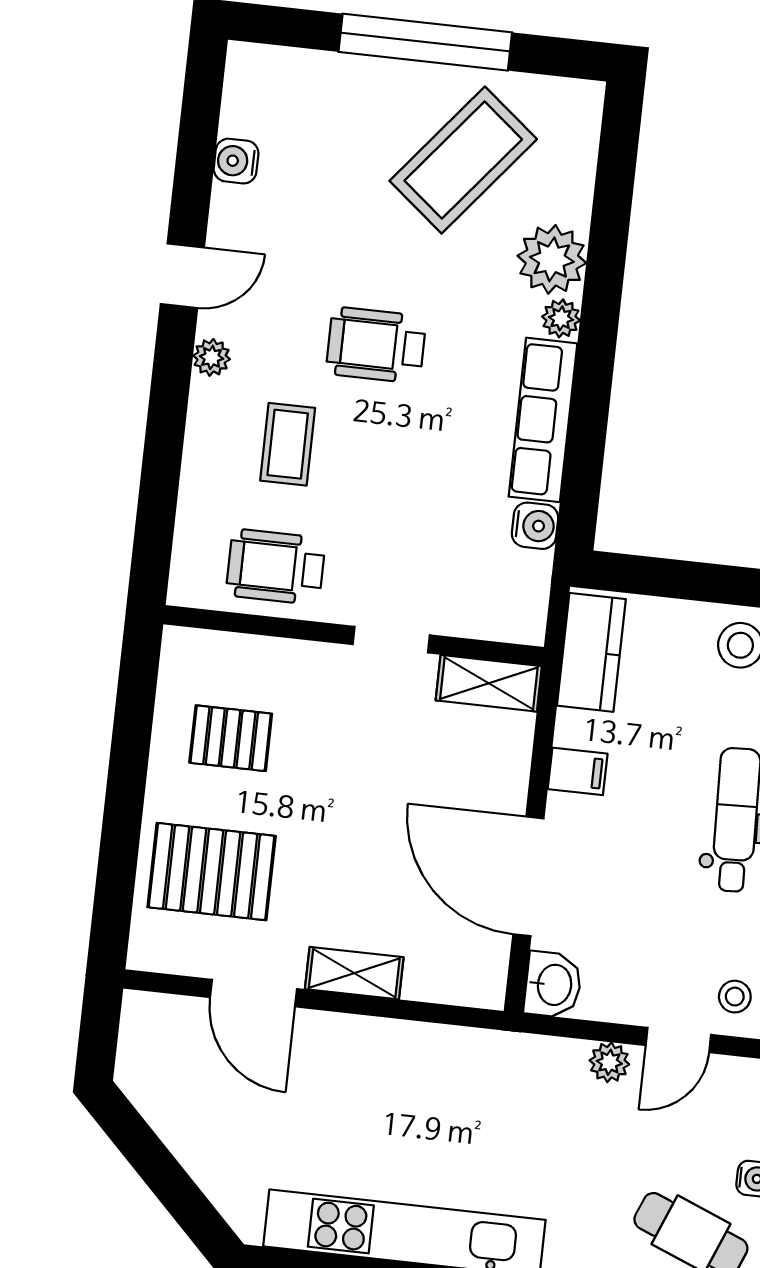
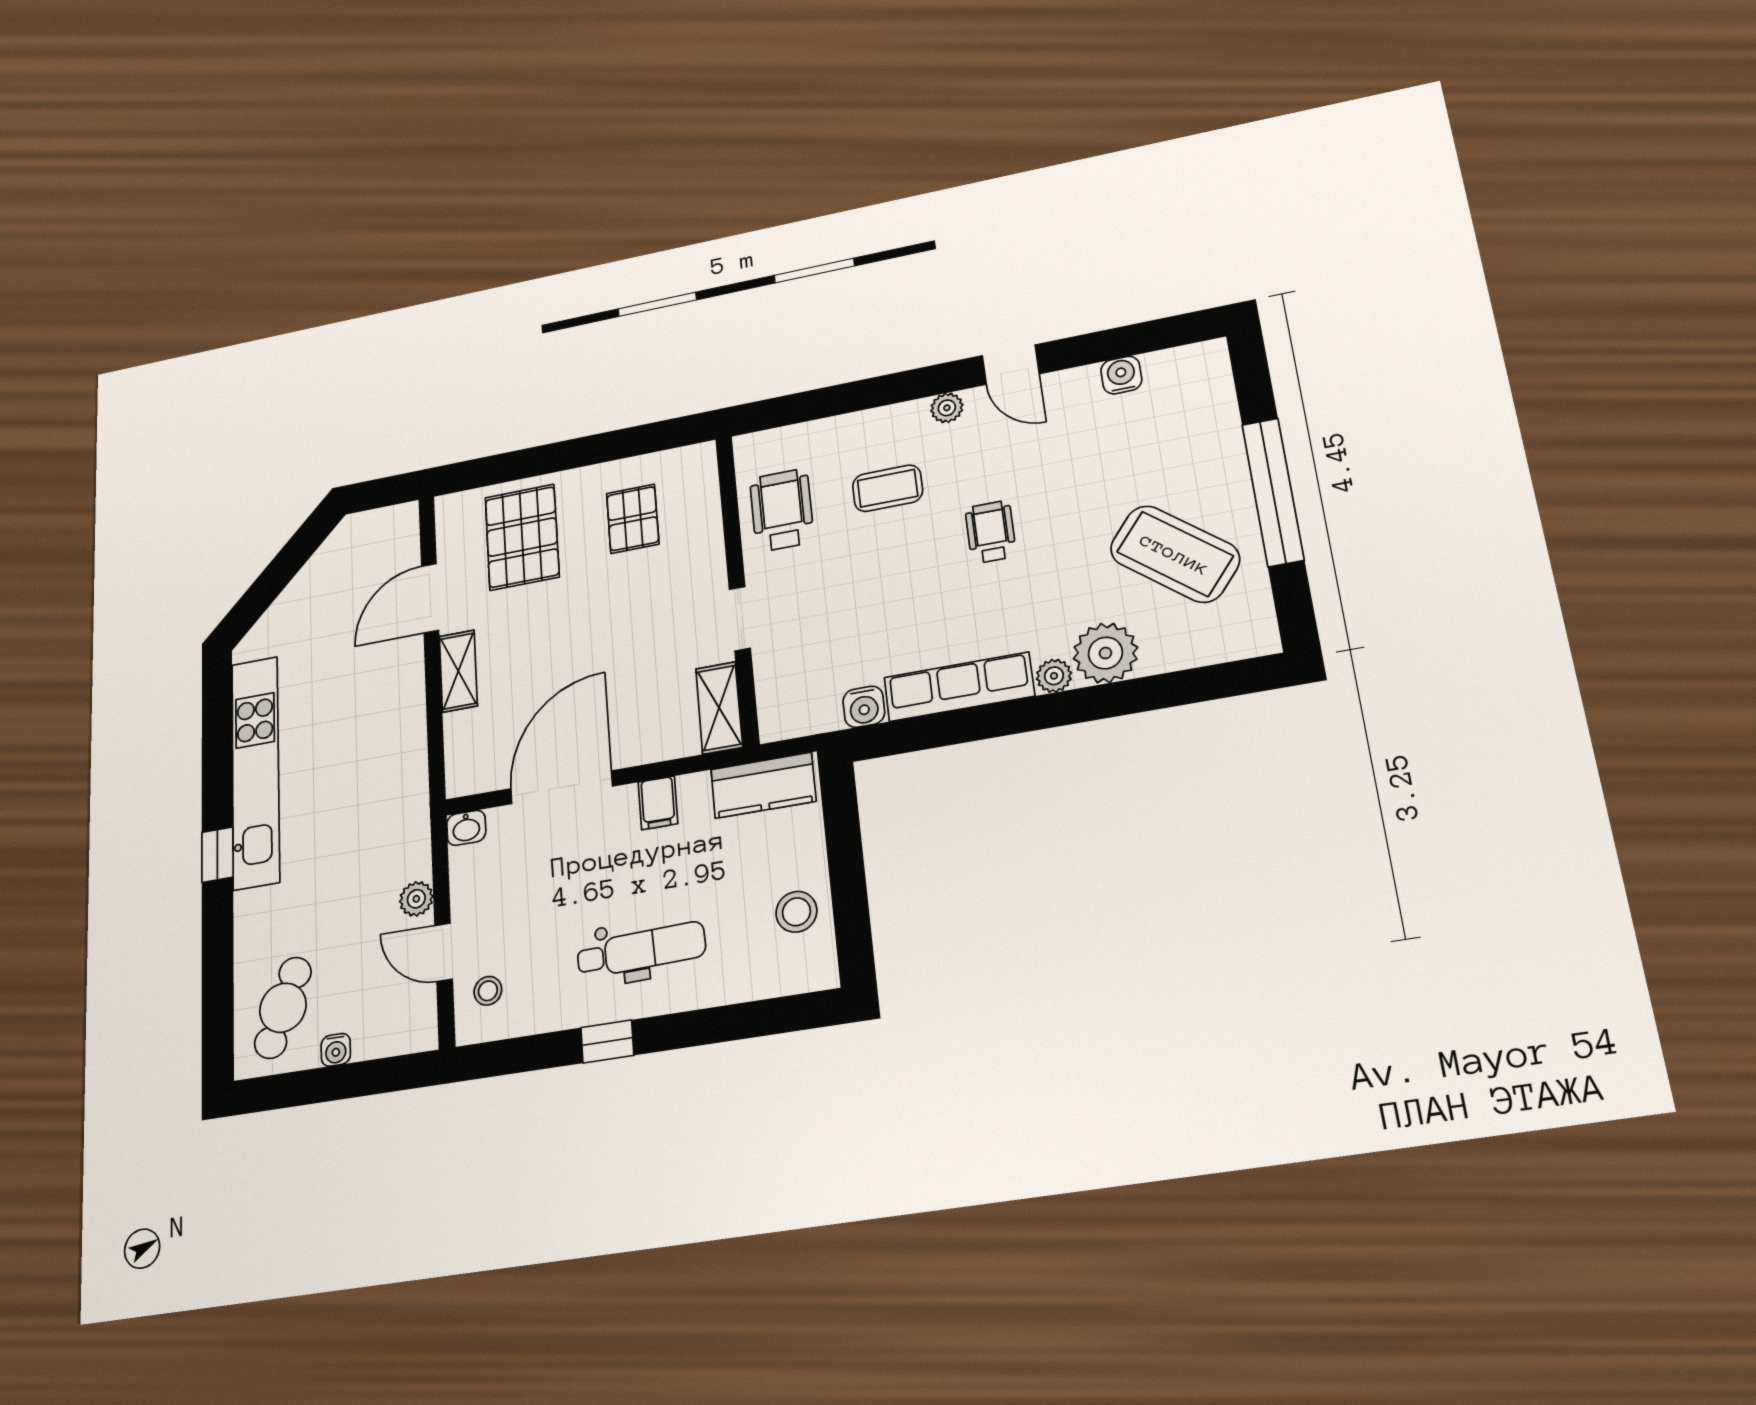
wheelchair: (376, 345) -> (991, 532), width x0.73, depth x0.73
washbasin: (553, 985) -> (466, 828), width x0.72, depth x0.69

